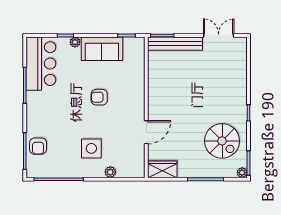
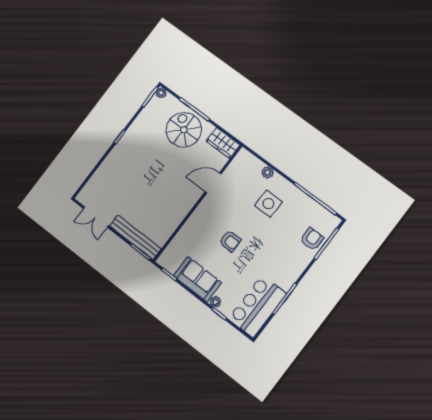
spiral stairs: (222, 141) -> (184, 130), moved

